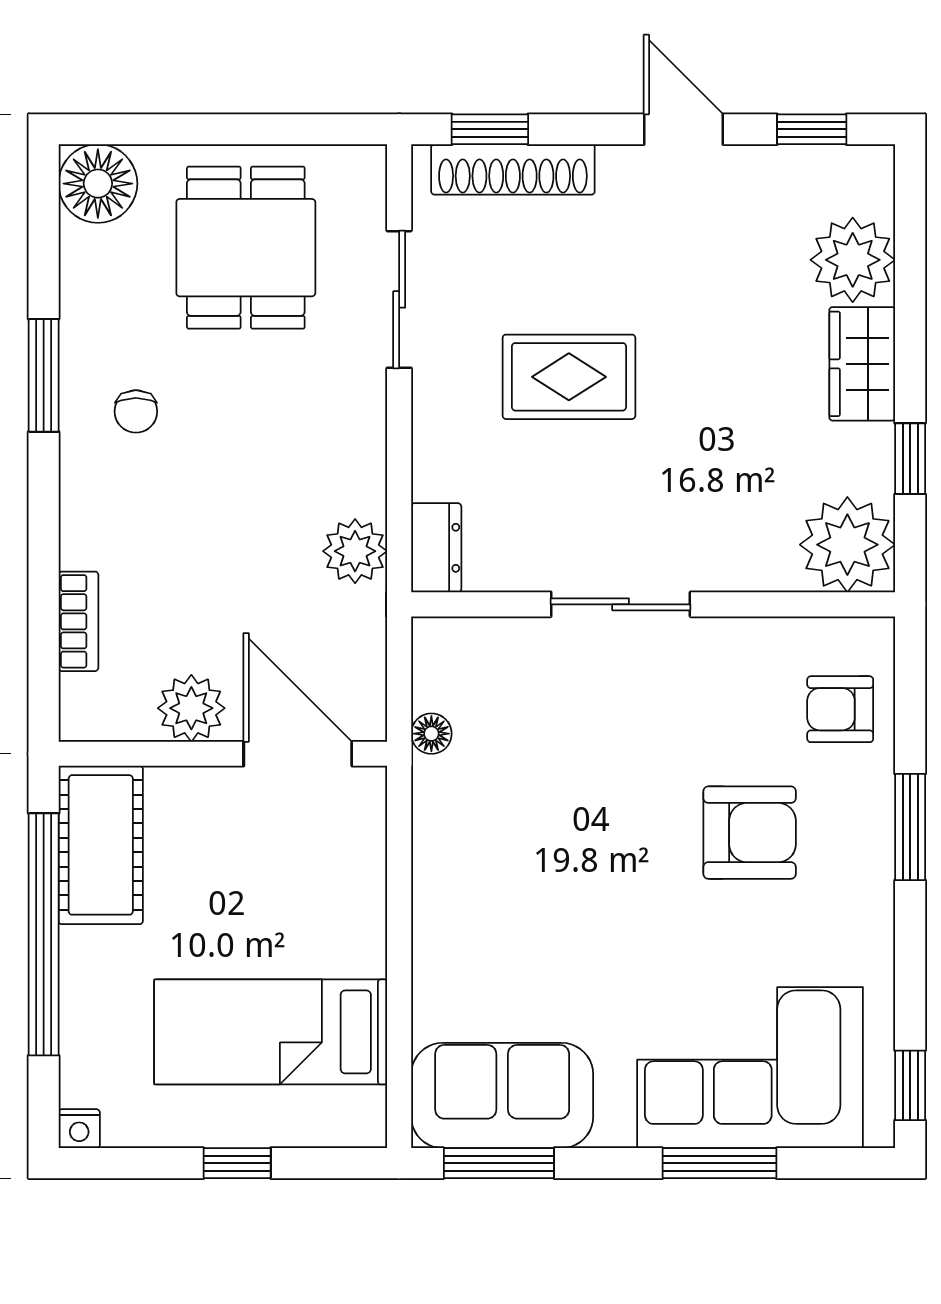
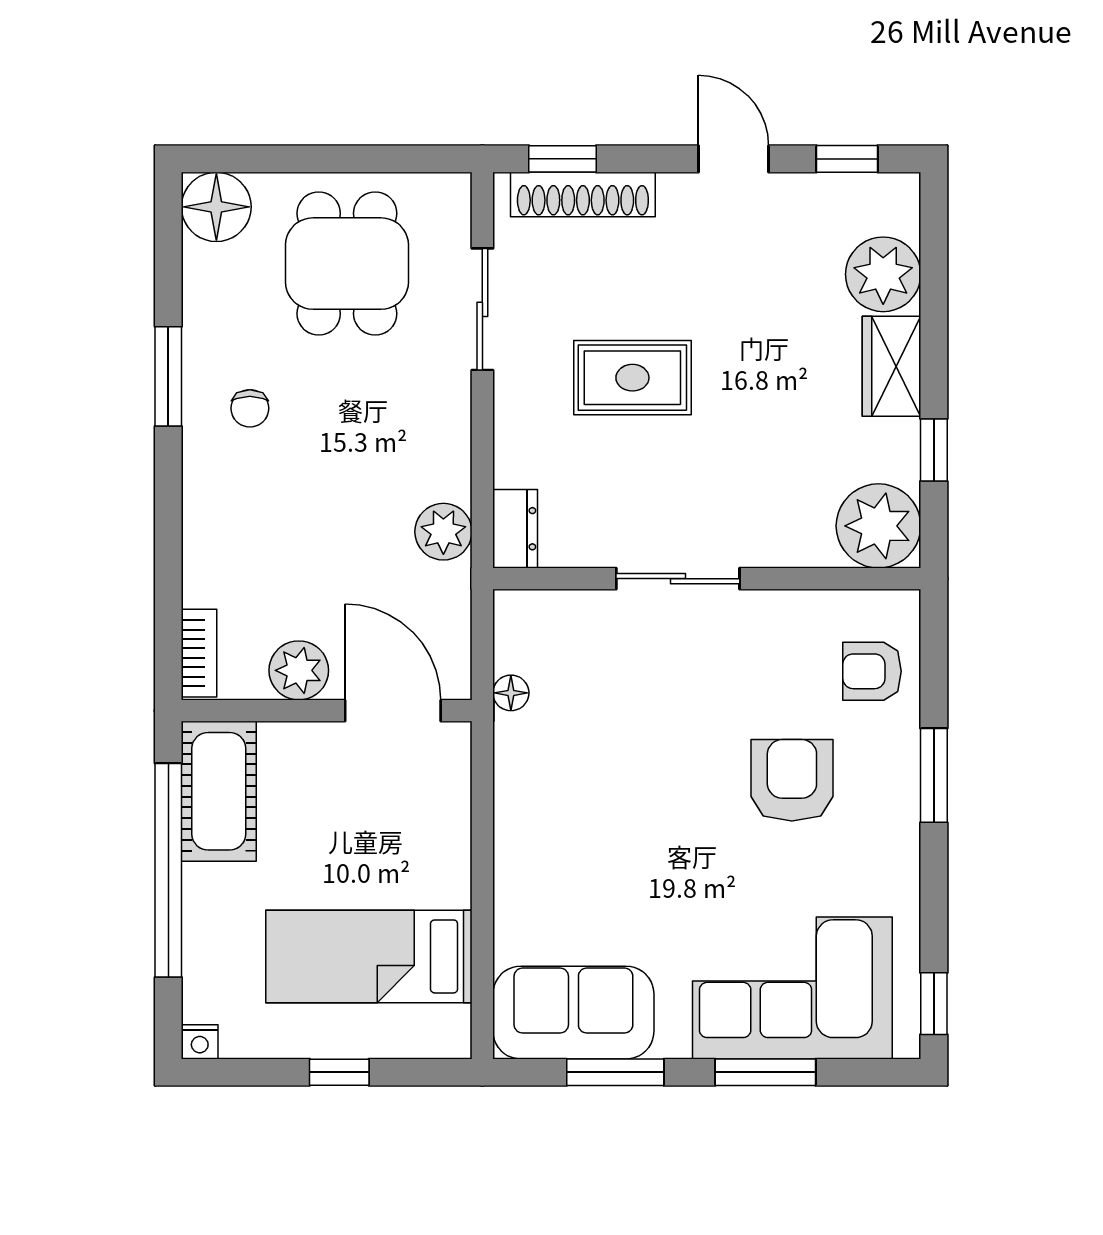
bookcase: (78, 621) -> (199, 653), moved
armchair: (750, 833) -> (792, 780), turned -90
window: (499, 1163) -> (615, 1072), moved

